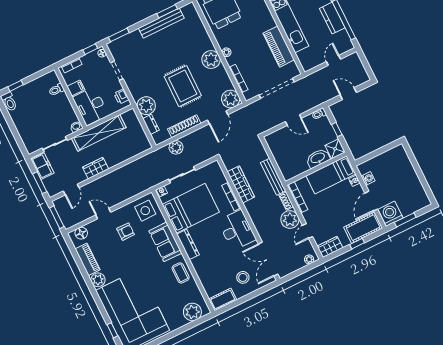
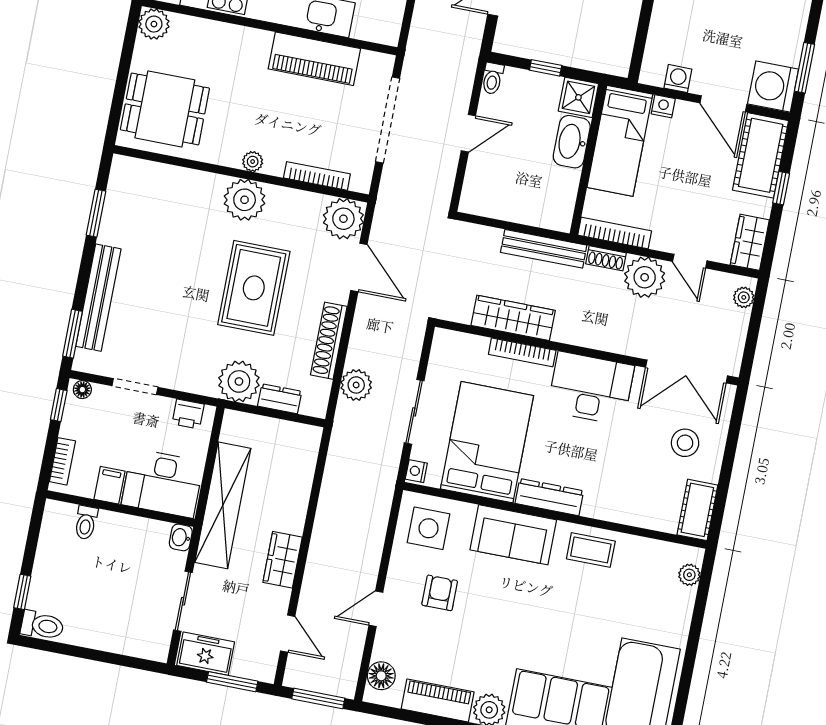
bench: (161, 23) -> (98, 298), moved
rug: (183, 86) -> (254, 288), turned 90
plant: (192, 312) -> (689, 575), width x0.53, depth x0.53

